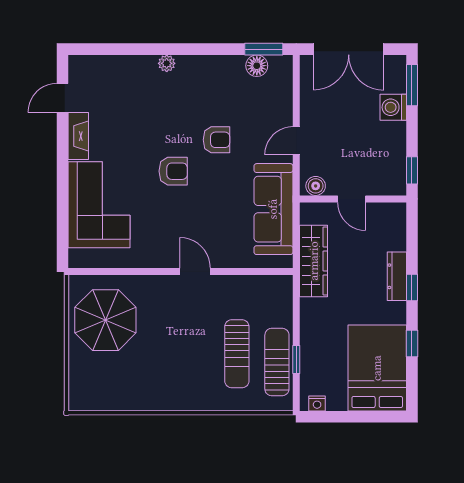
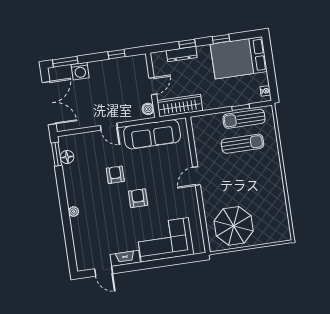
boiler: (316, 186) -> (148, 109), moved
door: (352, 199) -> (153, 86), moved
wall: (353, 199) -> (153, 85), moved

